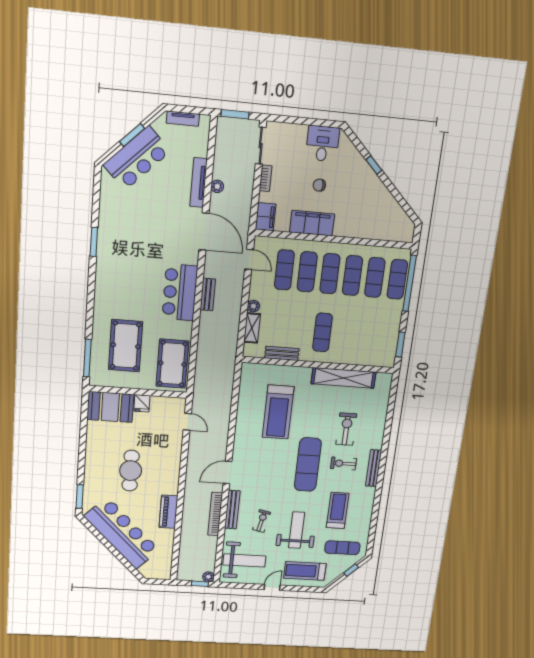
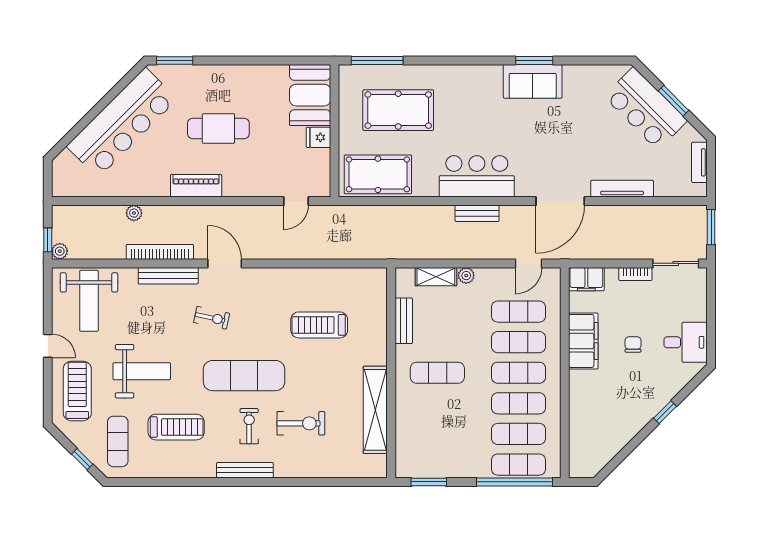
plant: (217, 186) -> (134, 213), moved
sofa: (110, 244) -> (533, 81), added
treadmill: (278, 412) -> (319, 325), width x0.73, depth x0.73
piano: (168, 512) -> (196, 186), moved
exercise bike: (262, 521) -> (212, 318), moved

